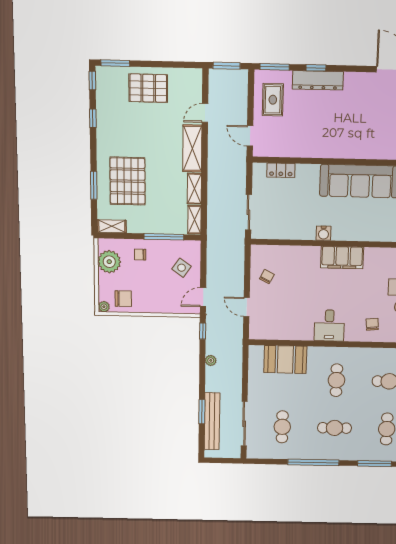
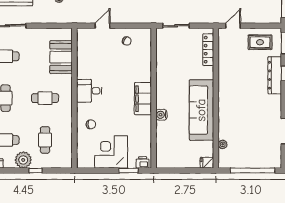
locker: (281, 170) -> (208, 50), width x1.53
water cooler: (323, 233) -> (161, 115), moved

